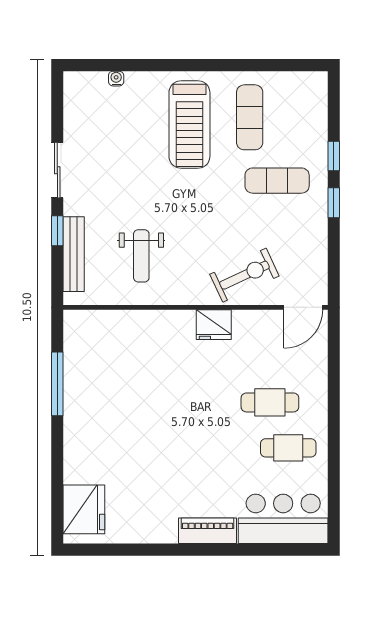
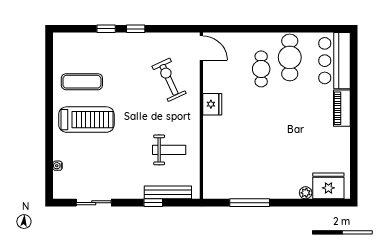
sliding door: (57, 170) -> (94, 203), moved
exercise mat: (277, 181) -> (122, 64), removed
exercise bike: (244, 275) -> (169, 80), moved
cafe table: (288, 448) -> (290, 57), width x1.37, depth x1.35
plant: (73, 473) -> (306, 193), added

